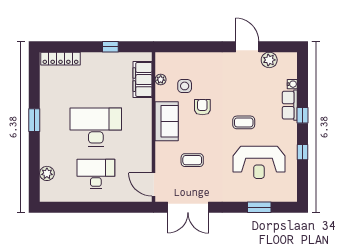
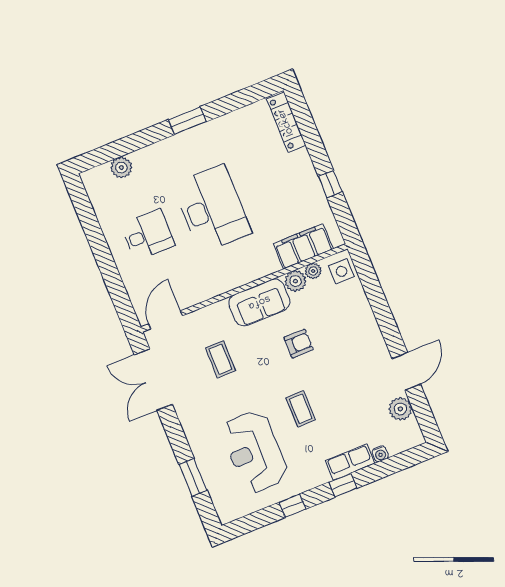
side table: (185, 86) -> (341, 271), moved
plant: (162, 93) -> (295, 281), added
desk: (96, 174) -> (148, 235), width x0.73

